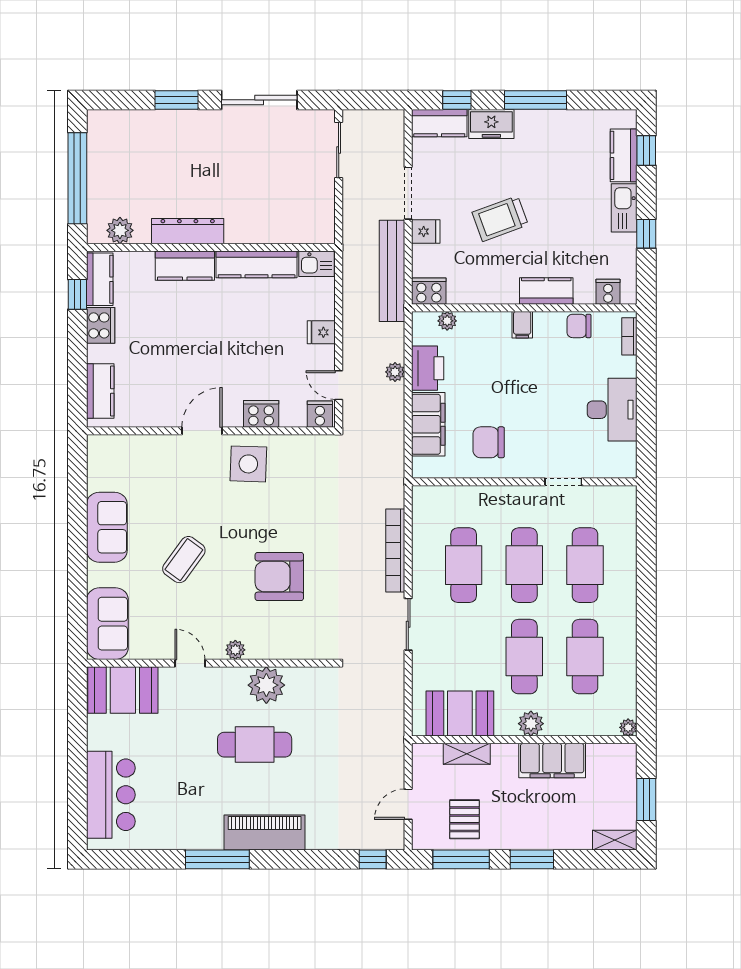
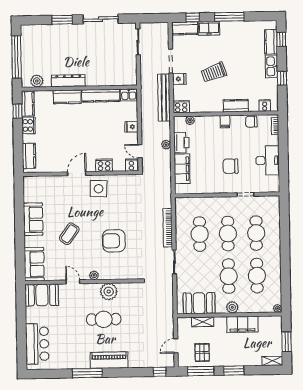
chair: (489, 442) -> (231, 166), moved

